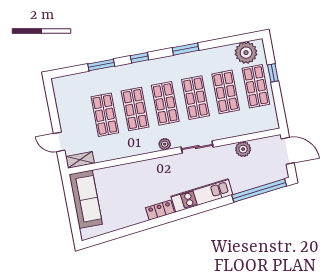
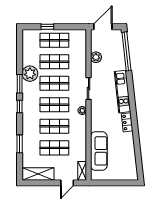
plant: (246, 53) -> (30, 74), moved
window: (139, 58) -> (20, 106), moved
shelving: (64, 99) -> (38, 174), added
sofa: (86, 199) -> (99, 151), moved, turned 90

